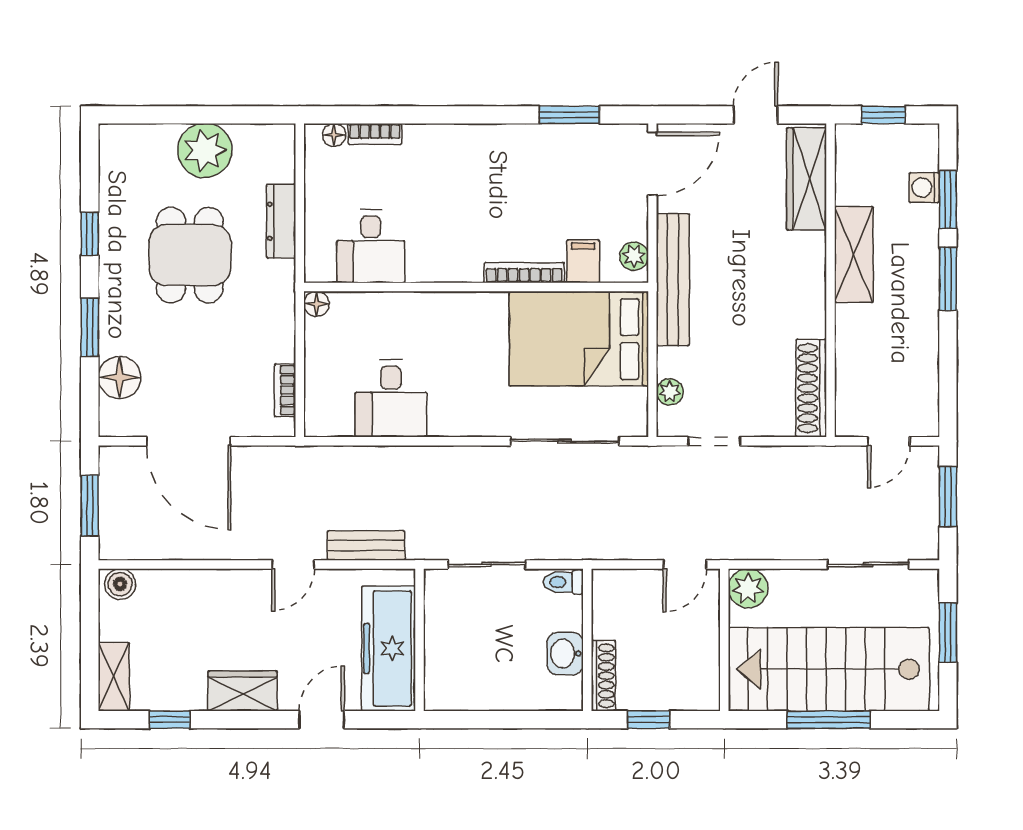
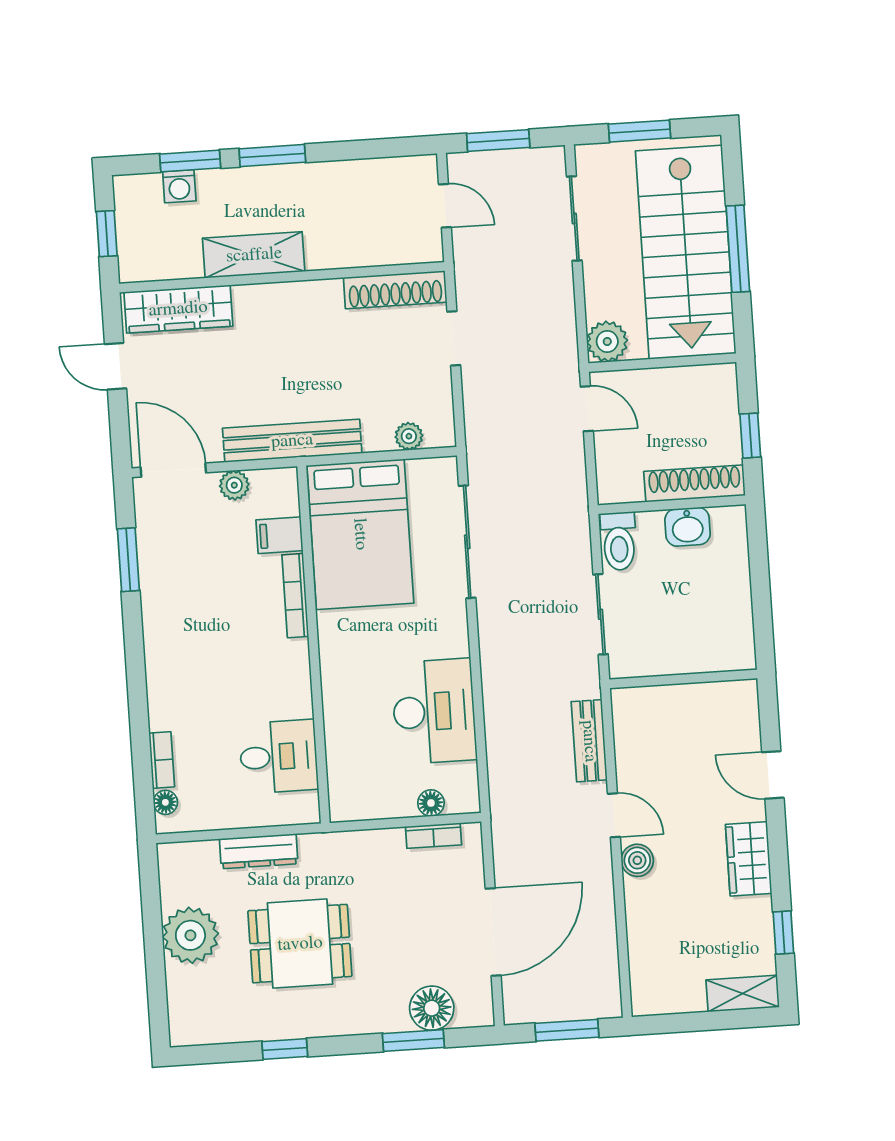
plant: (634, 256) -> (234, 485), moved
floor lamp: (316, 304) -> (431, 803), moved
window: (90, 328) -> (413, 1040), moved
desk: (391, 399) -> (434, 711), width x1.37
doorway: (714, 441) -> (454, 338), moved
toilet: (563, 582) -> (619, 541), width x1.37, depth x1.39
boiler: (120, 584) -> (637, 860), moved
freezer: (389, 648) -> (694, 710), removed
shoe rack: (603, 676) -> (695, 484), width x1.36, depth x1.24

